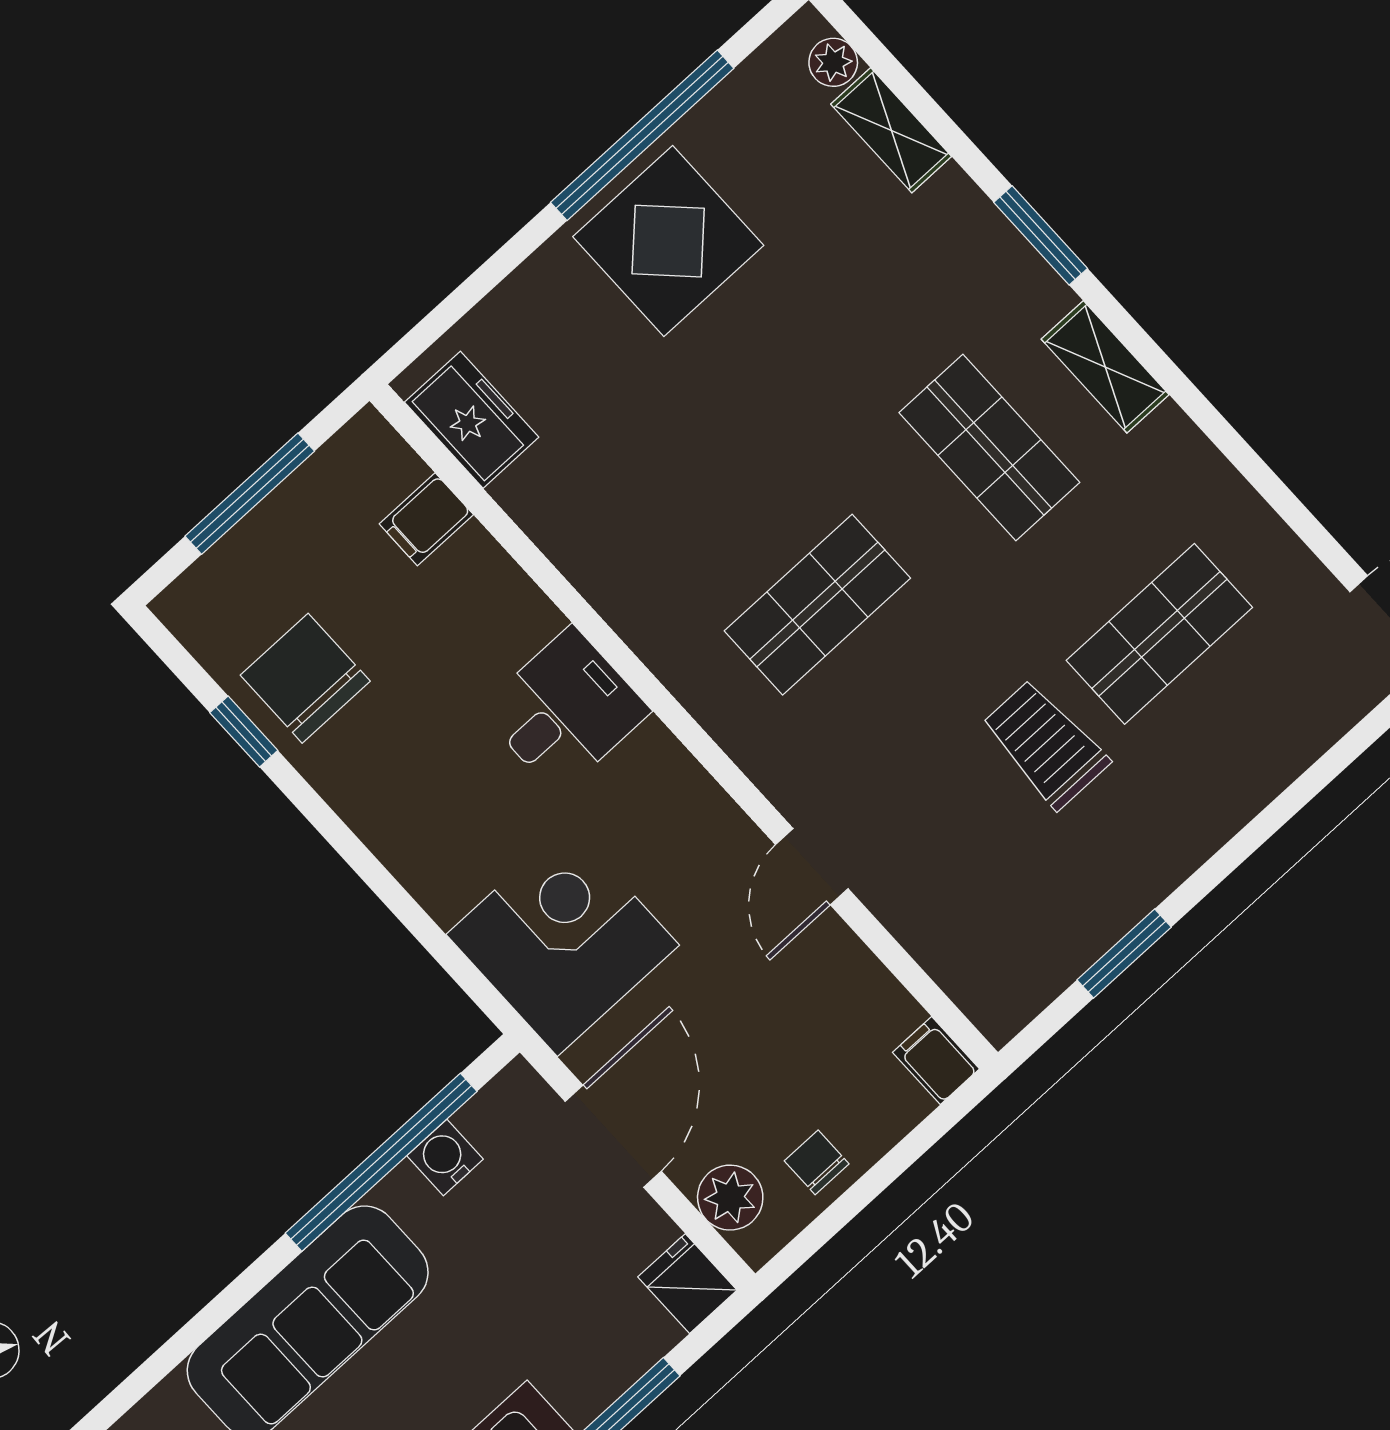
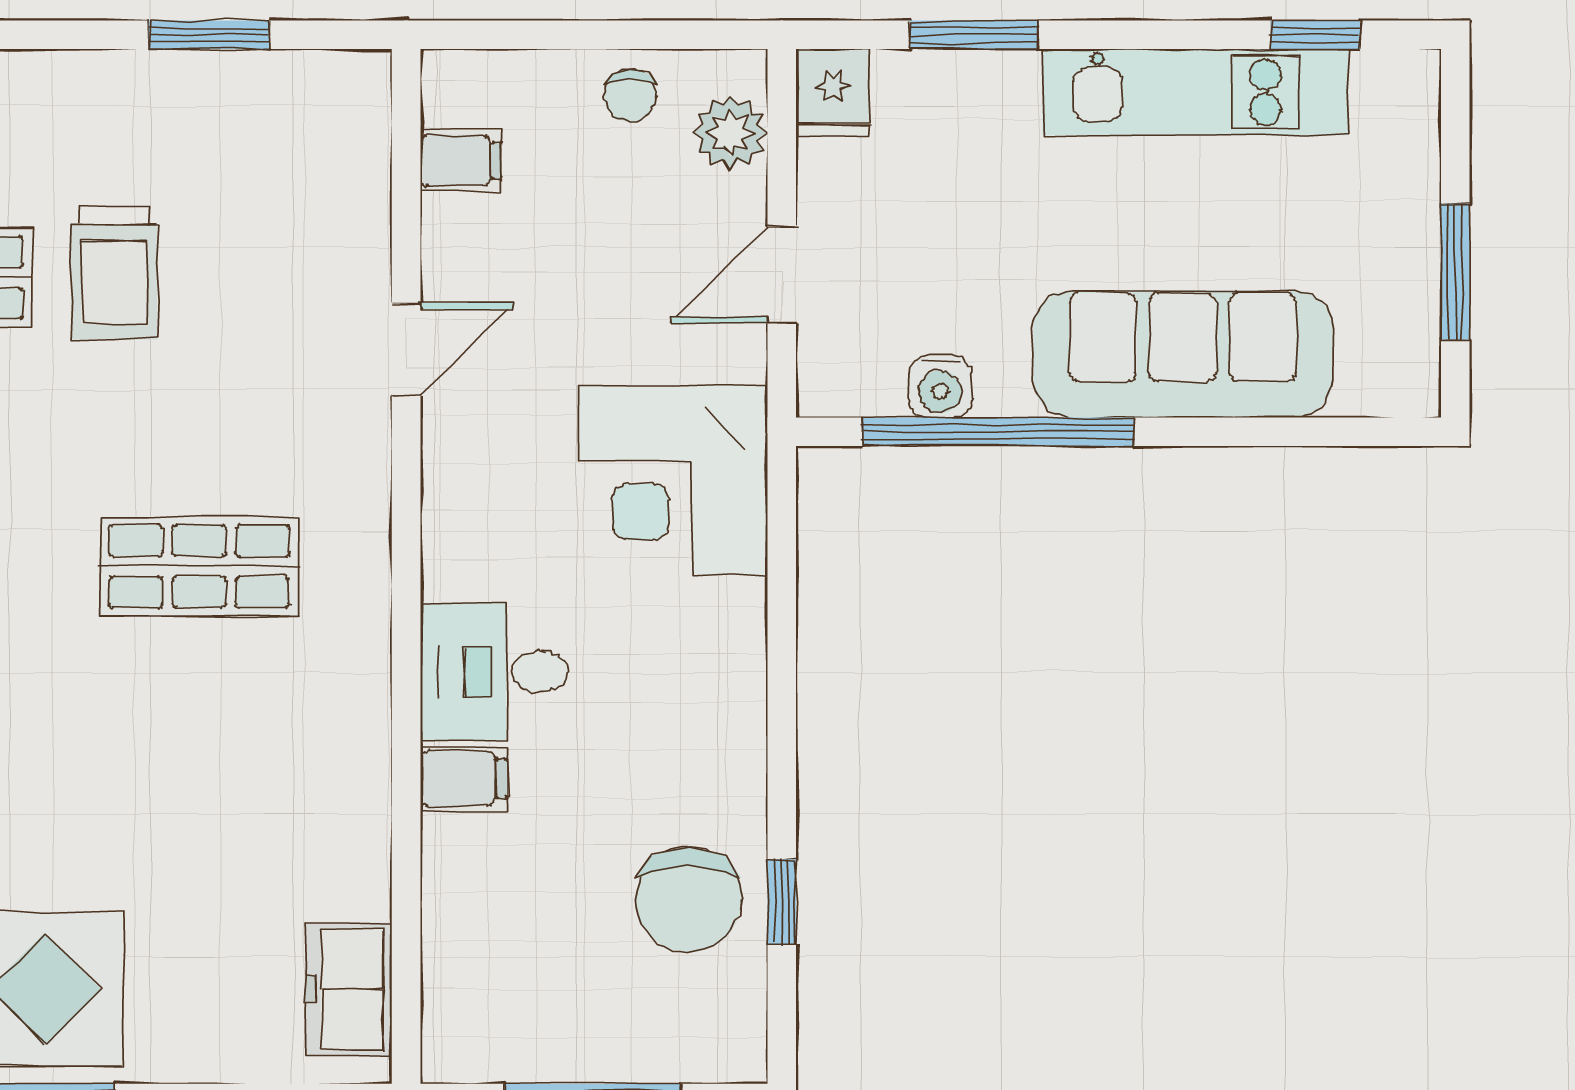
filing cabinet: (426, 519) -> (464, 779), moved
filing cabinet: (936, 1061) -> (461, 160), moved, turned -90
door: (613, 1136) -> (782, 275), width x0.73

